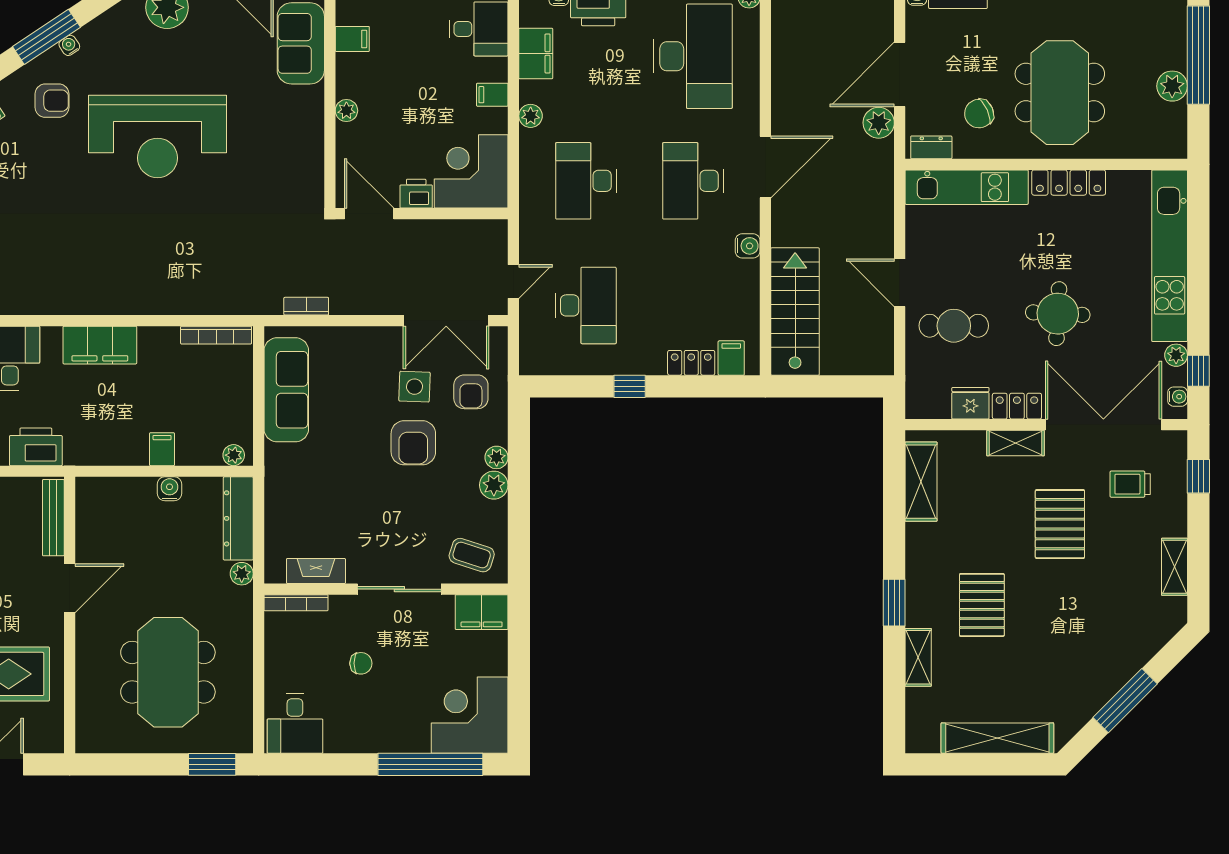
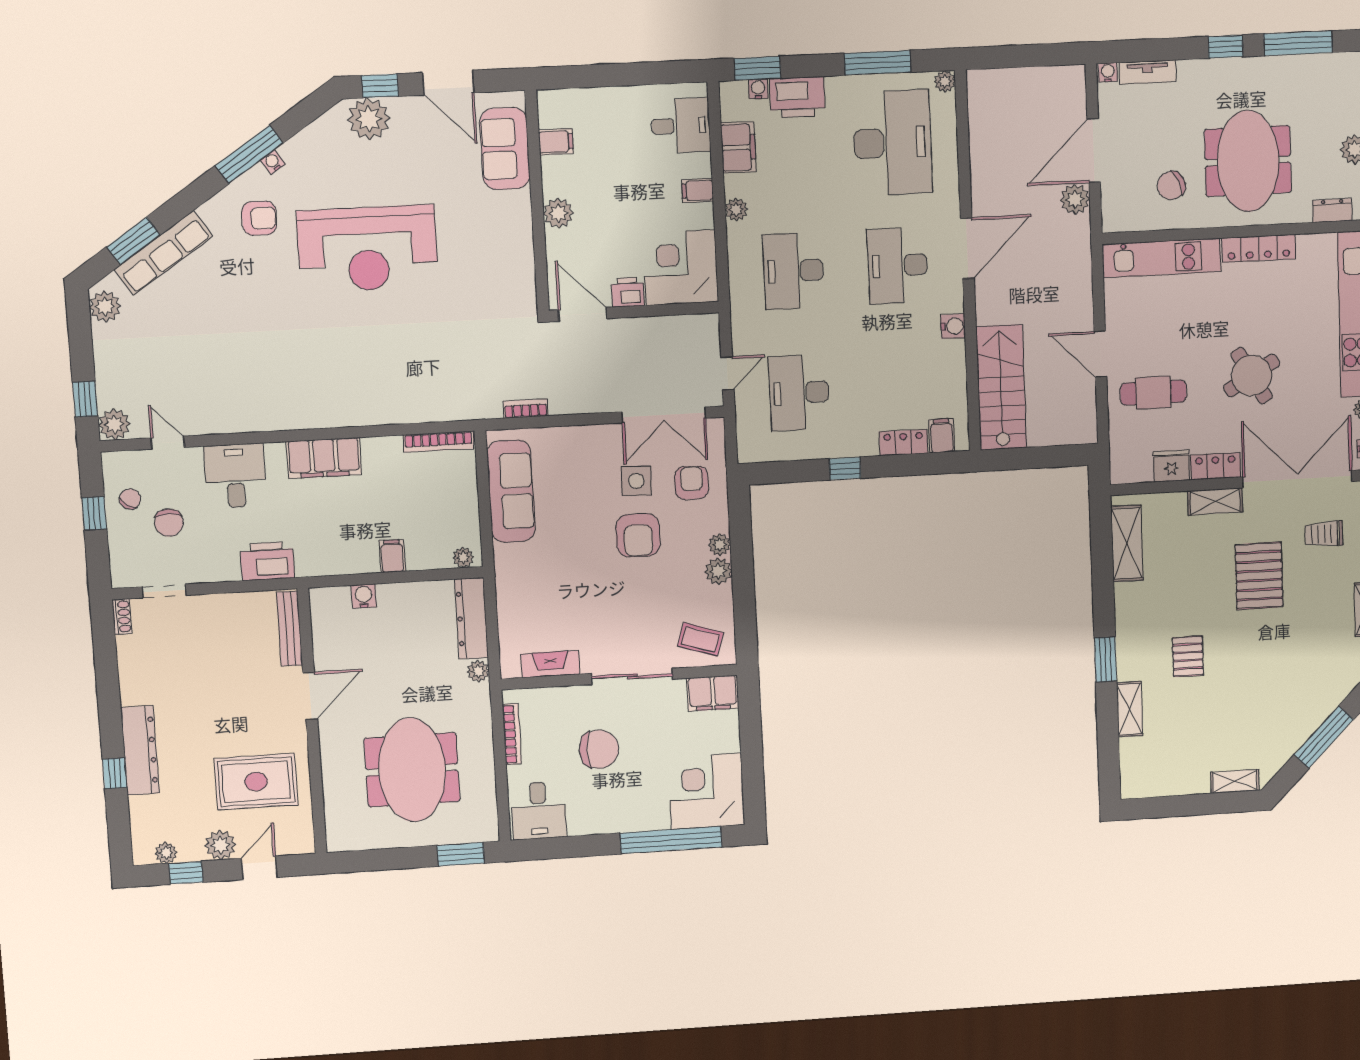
plant: (346, 111) -> (558, 213), width x1.38, depth x1.38
dresser: (931, 147) -> (1332, 210), moved
desk: (586, 305) -> (799, 393), turned 180
round table: (1058, 314) -> (1252, 375), turned -33
armchair: (471, 392) -> (692, 483), turned 180
water cooler: (169, 489) -> (364, 596), moved
bookcase: (296, 603) -> (512, 734), moved, turned -90
pallet: (982, 605) -> (1188, 656), width x0.67, depth x0.71
chair: (361, 663) -> (599, 749), width x1.87, depth x1.87
shelving: (997, 738) -> (1235, 781), width x0.45, depth x0.75

